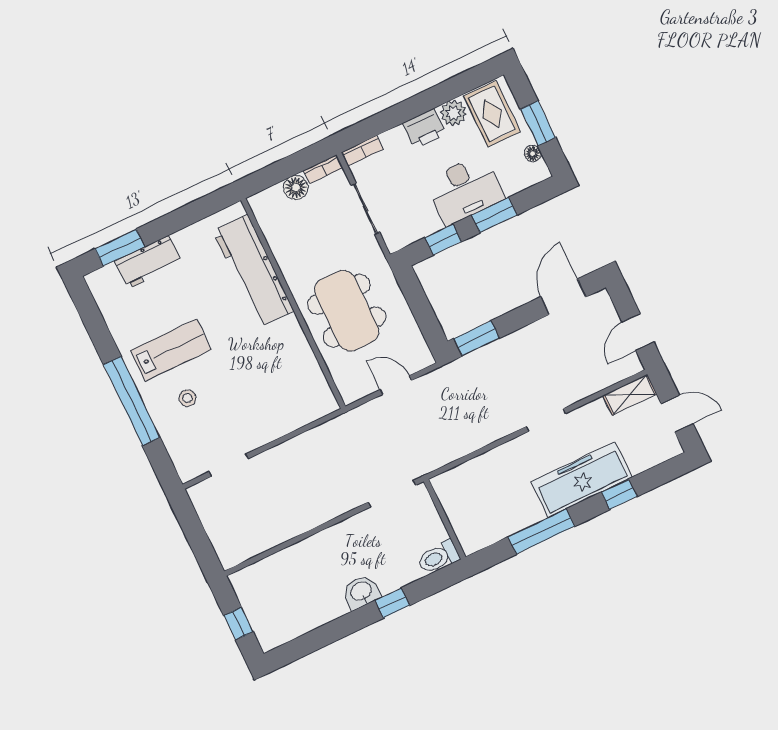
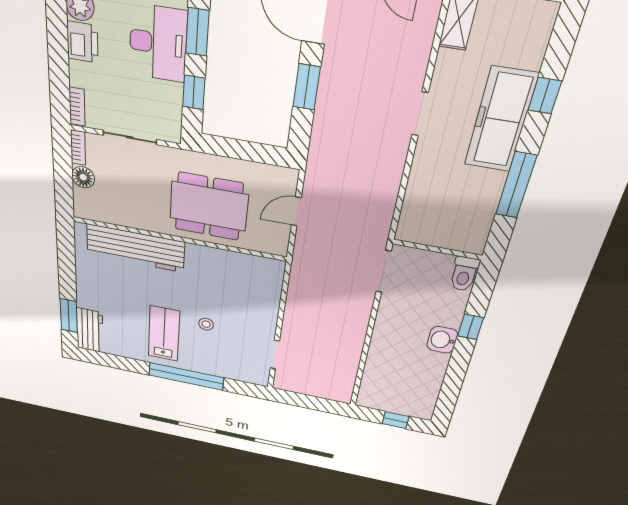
workbench: (148, 262) -> (90, 330), moved
window: (477, 338) -> (307, 87), moved
stool: (187, 398) -> (206, 324), moved

